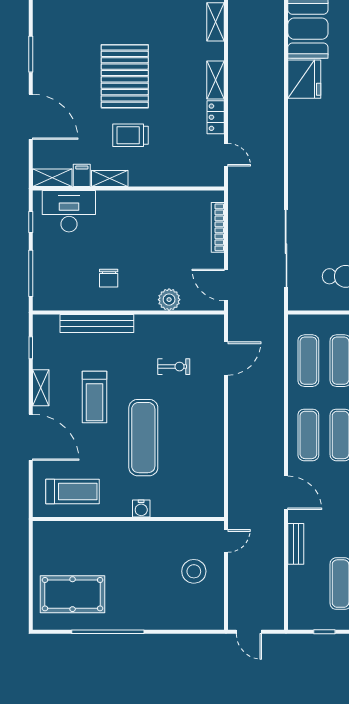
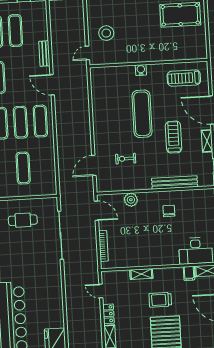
trolley: (131, 135) -> (160, 300), turned 180
shelving: (110, 179) -> (141, 274), moved
exercise mat: (308, 361) -> (43, 167), removed

